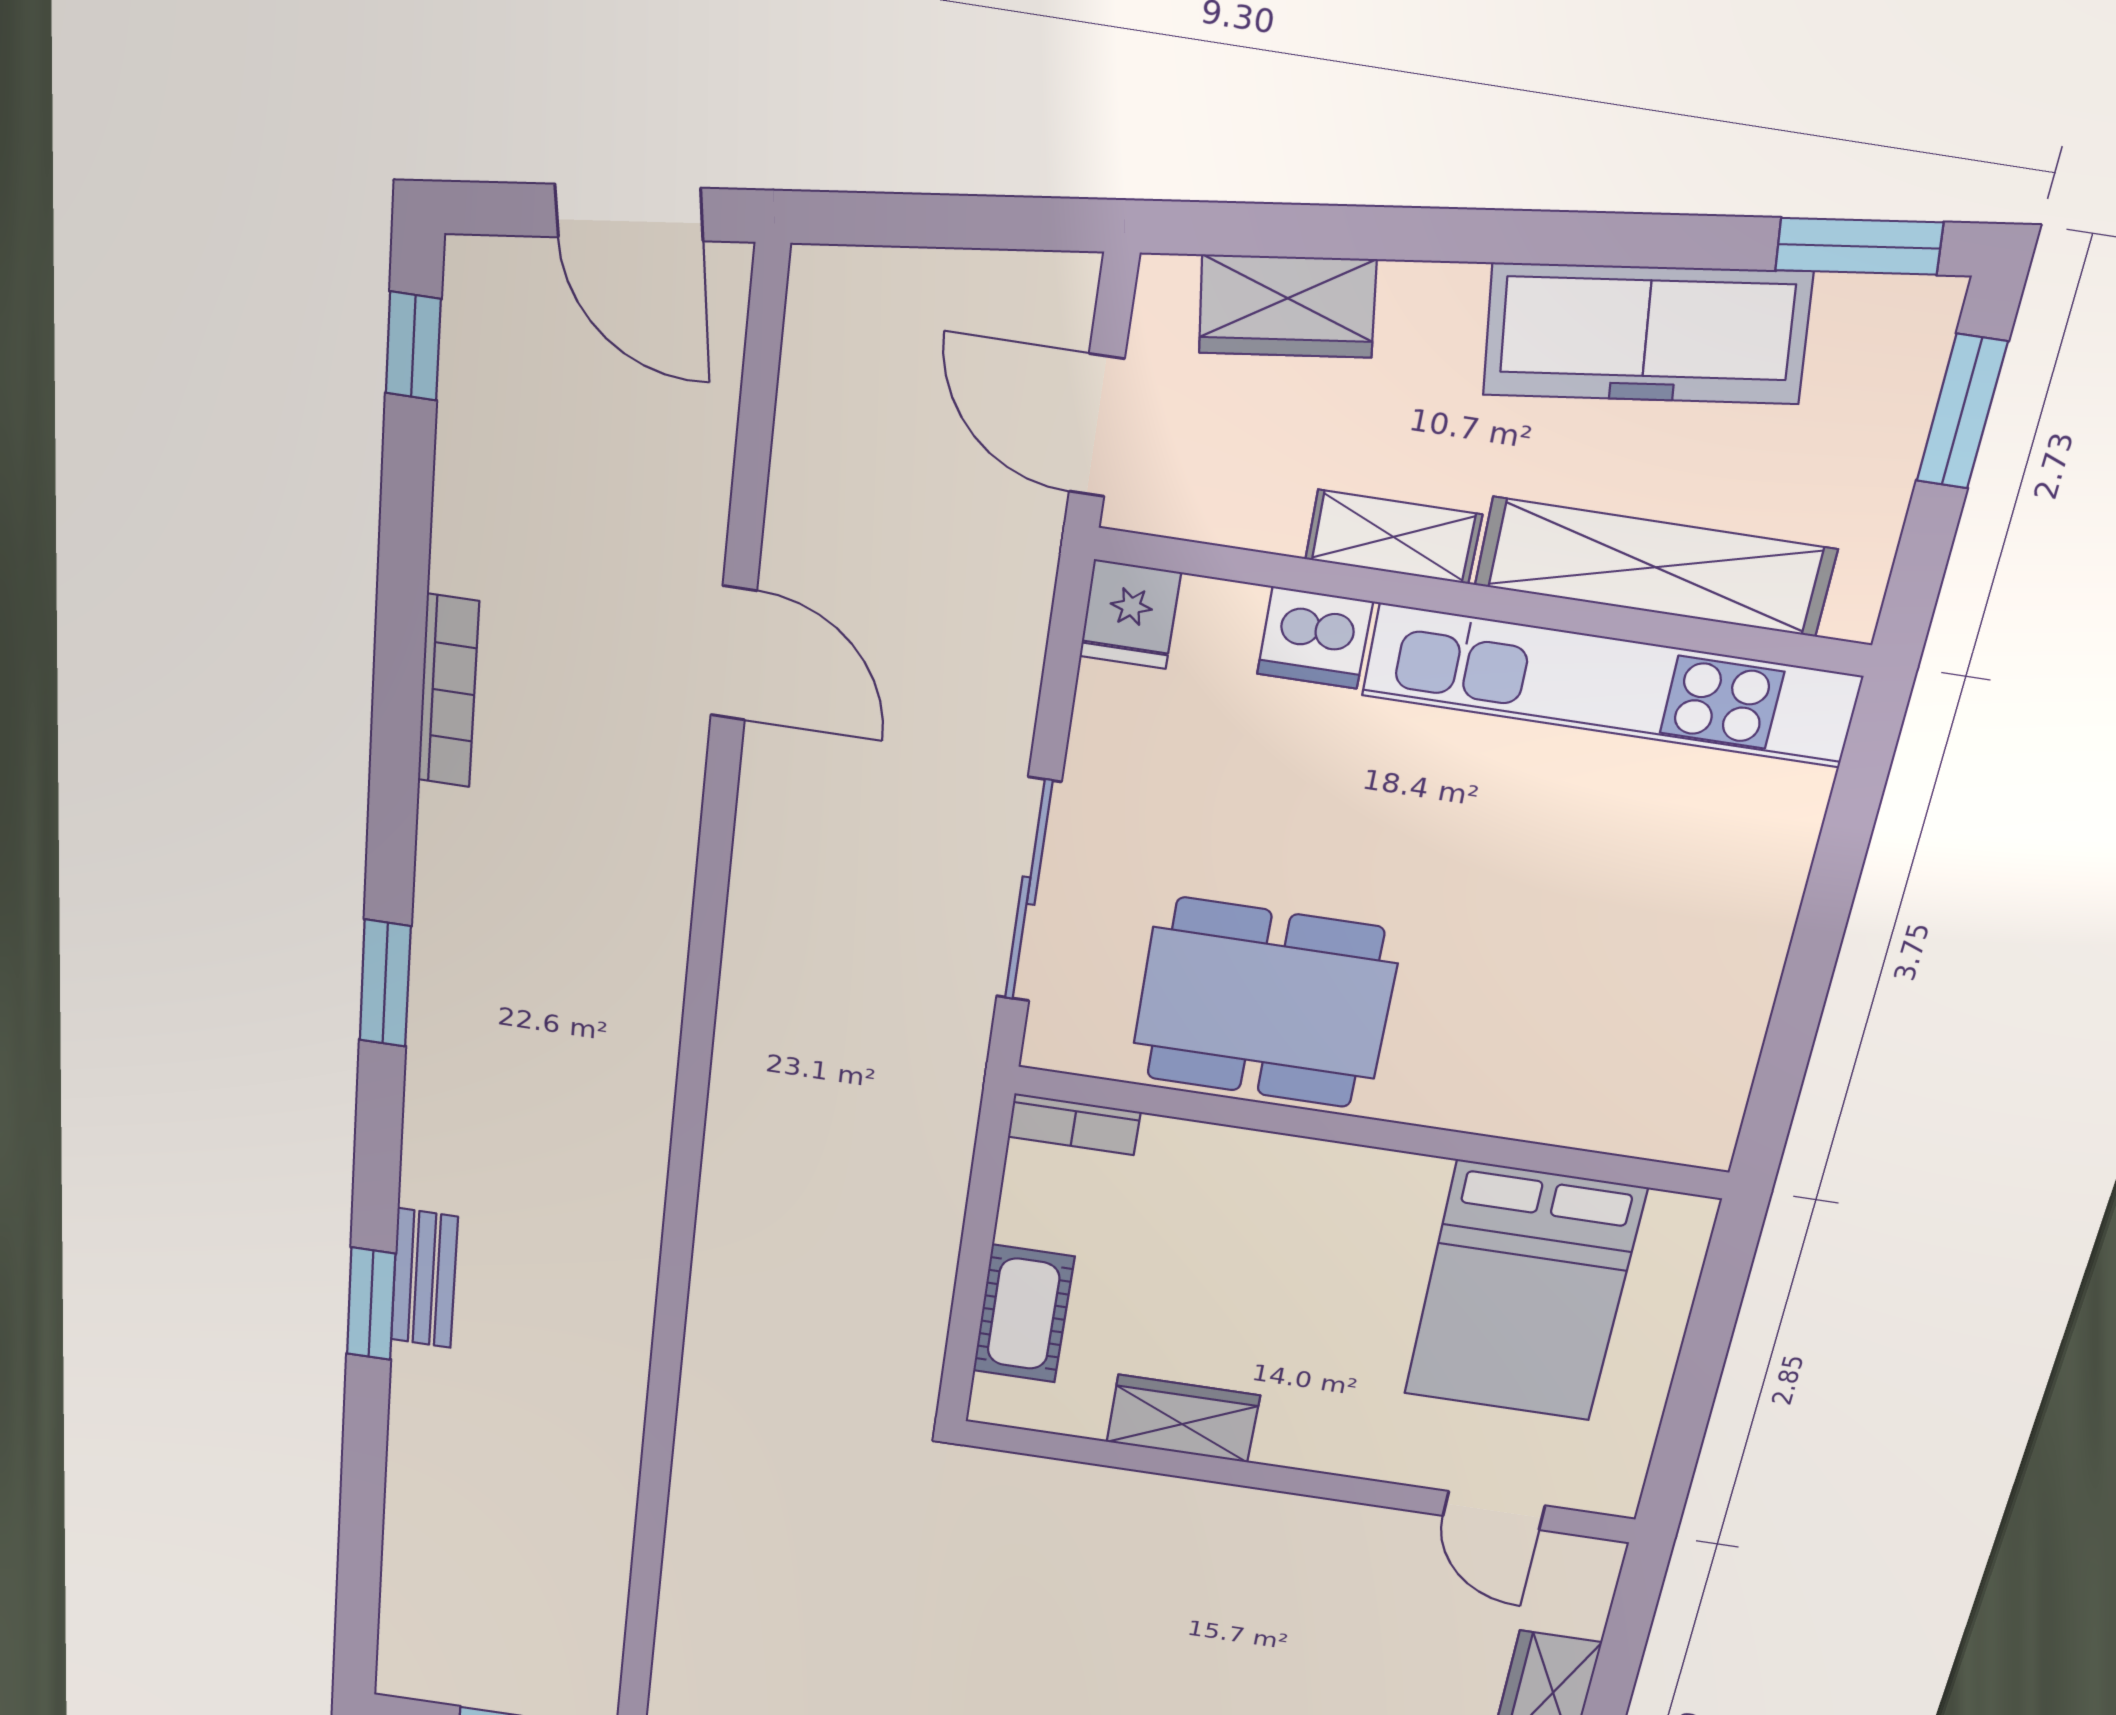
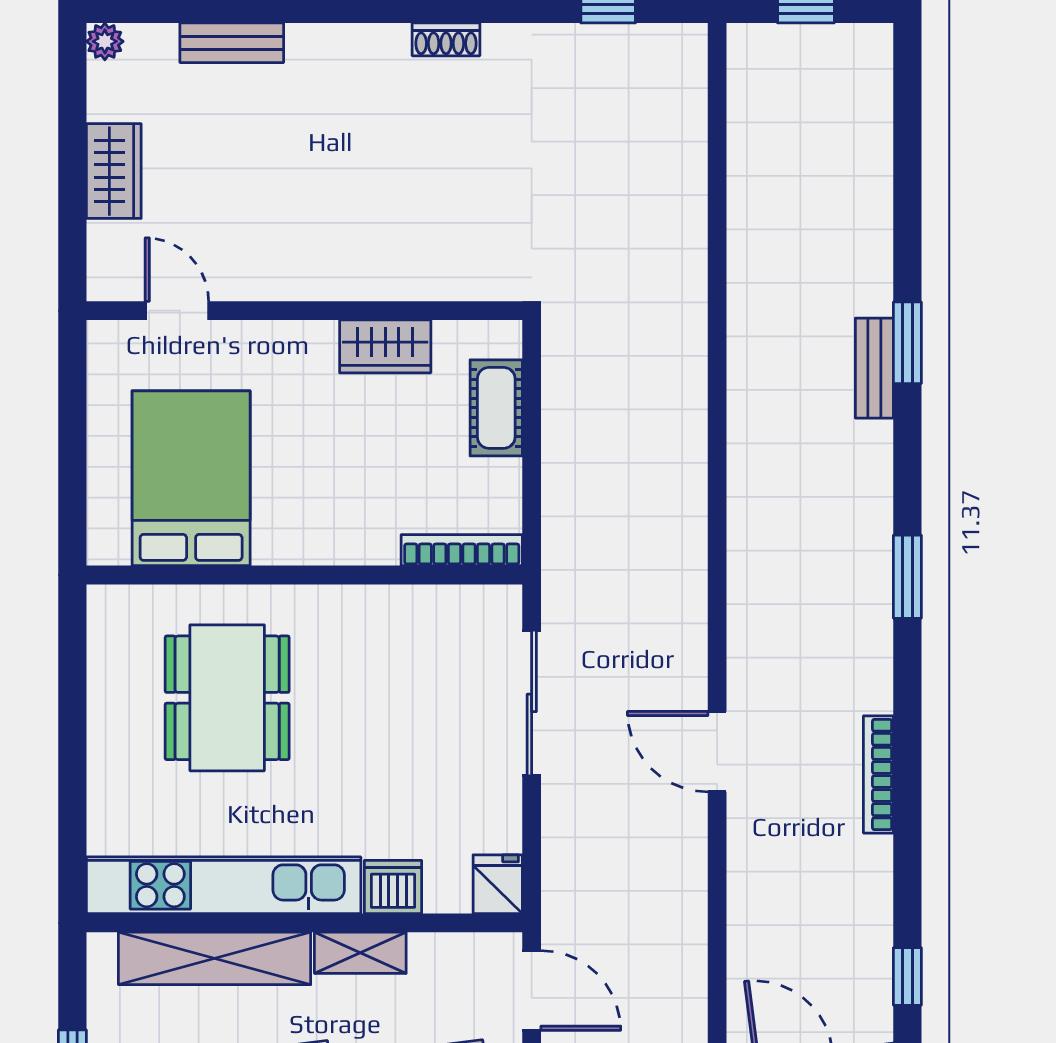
door: (734, 653) -> (717, 752), moved
dining table: (1265, 1003) -> (227, 698), moved, turned 90
bookcase: (1074, 1124) -> (462, 550), width x1.56

